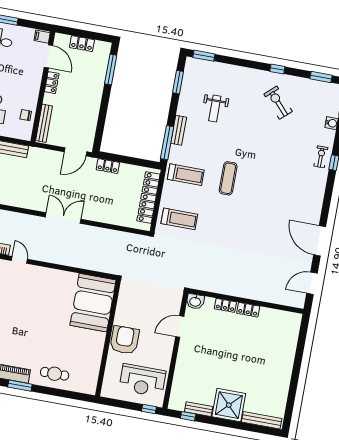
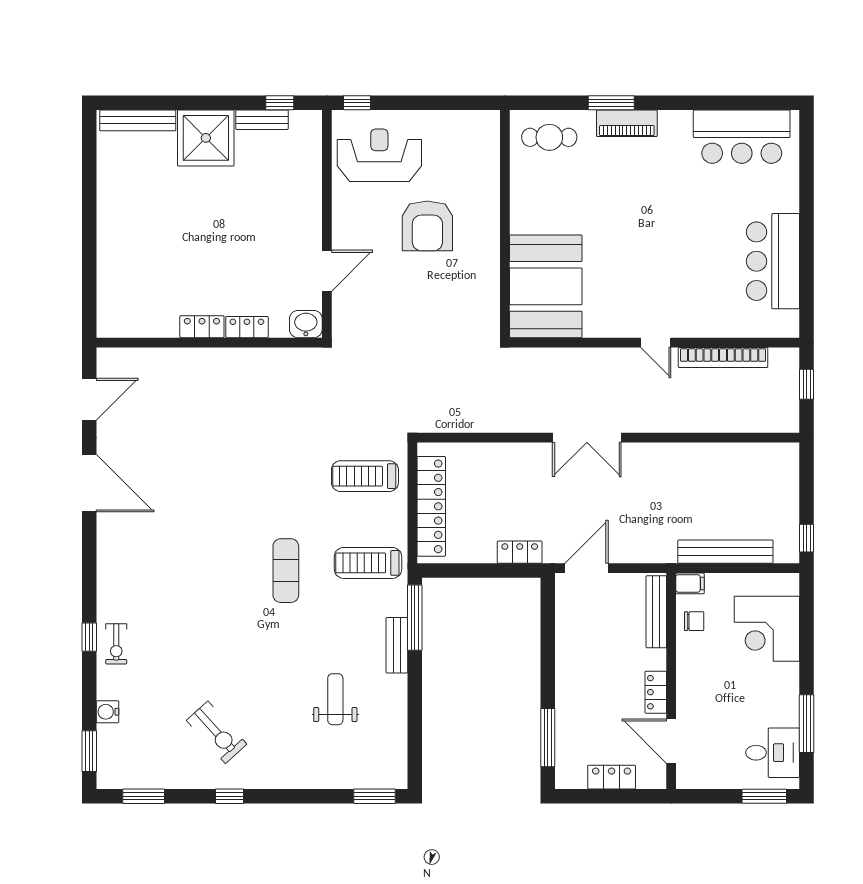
filing cabinet: (42, 37) -> (690, 583), moved
window: (178, 82) -> (415, 737), removed
booth: (93, 303) -> (546, 286), moved
wall: (108, 338) -> (505, 224), moved

